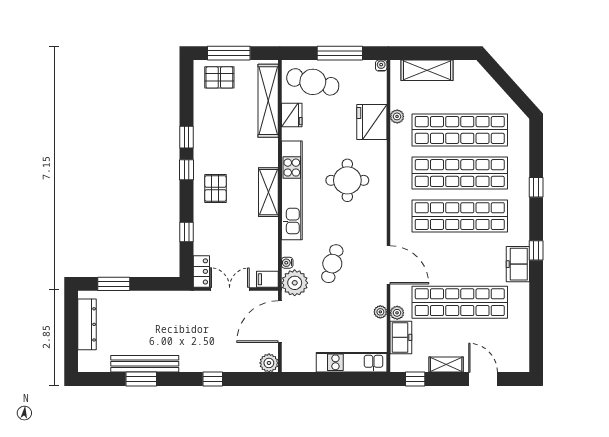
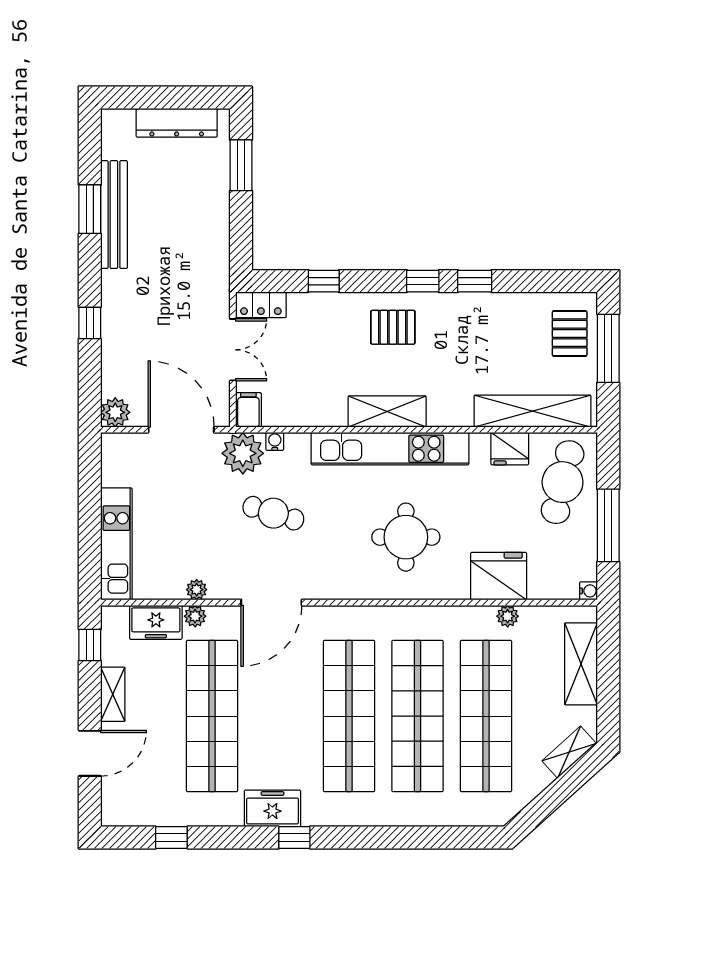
shelving: (482, 78) -> (569, 752), added
window: (536, 187) -> (171, 838), moved

